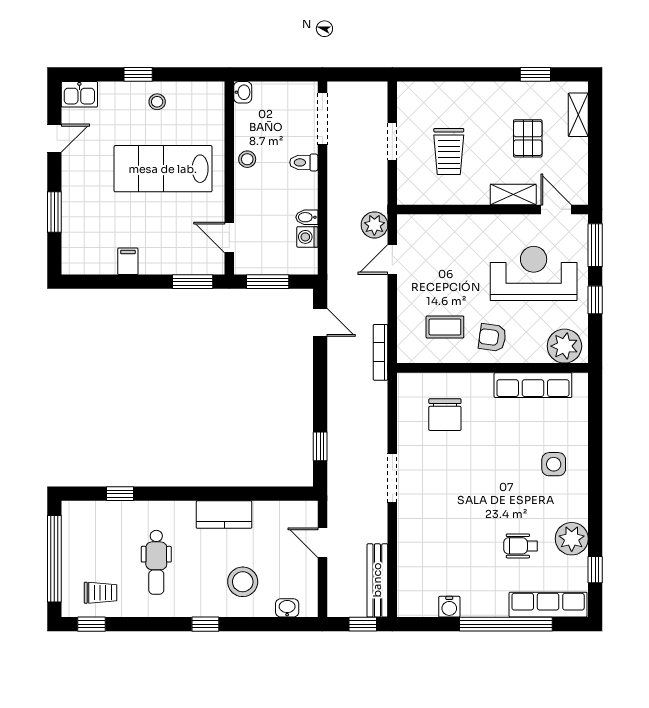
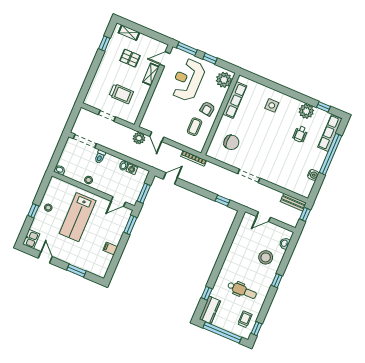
kitchen counter: (224, 515) -> (210, 310), moved
bench: (377, 580) -> (293, 202), width x0.73

